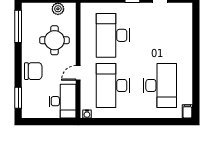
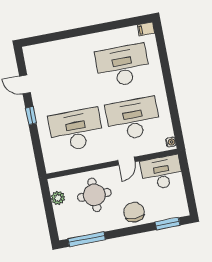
desk: (113, 35) -> (76, 130), turned 180
door: (78, 73) -> (126, 161), hinge flipped
desk: (113, 86) -> (133, 119), turned 180

